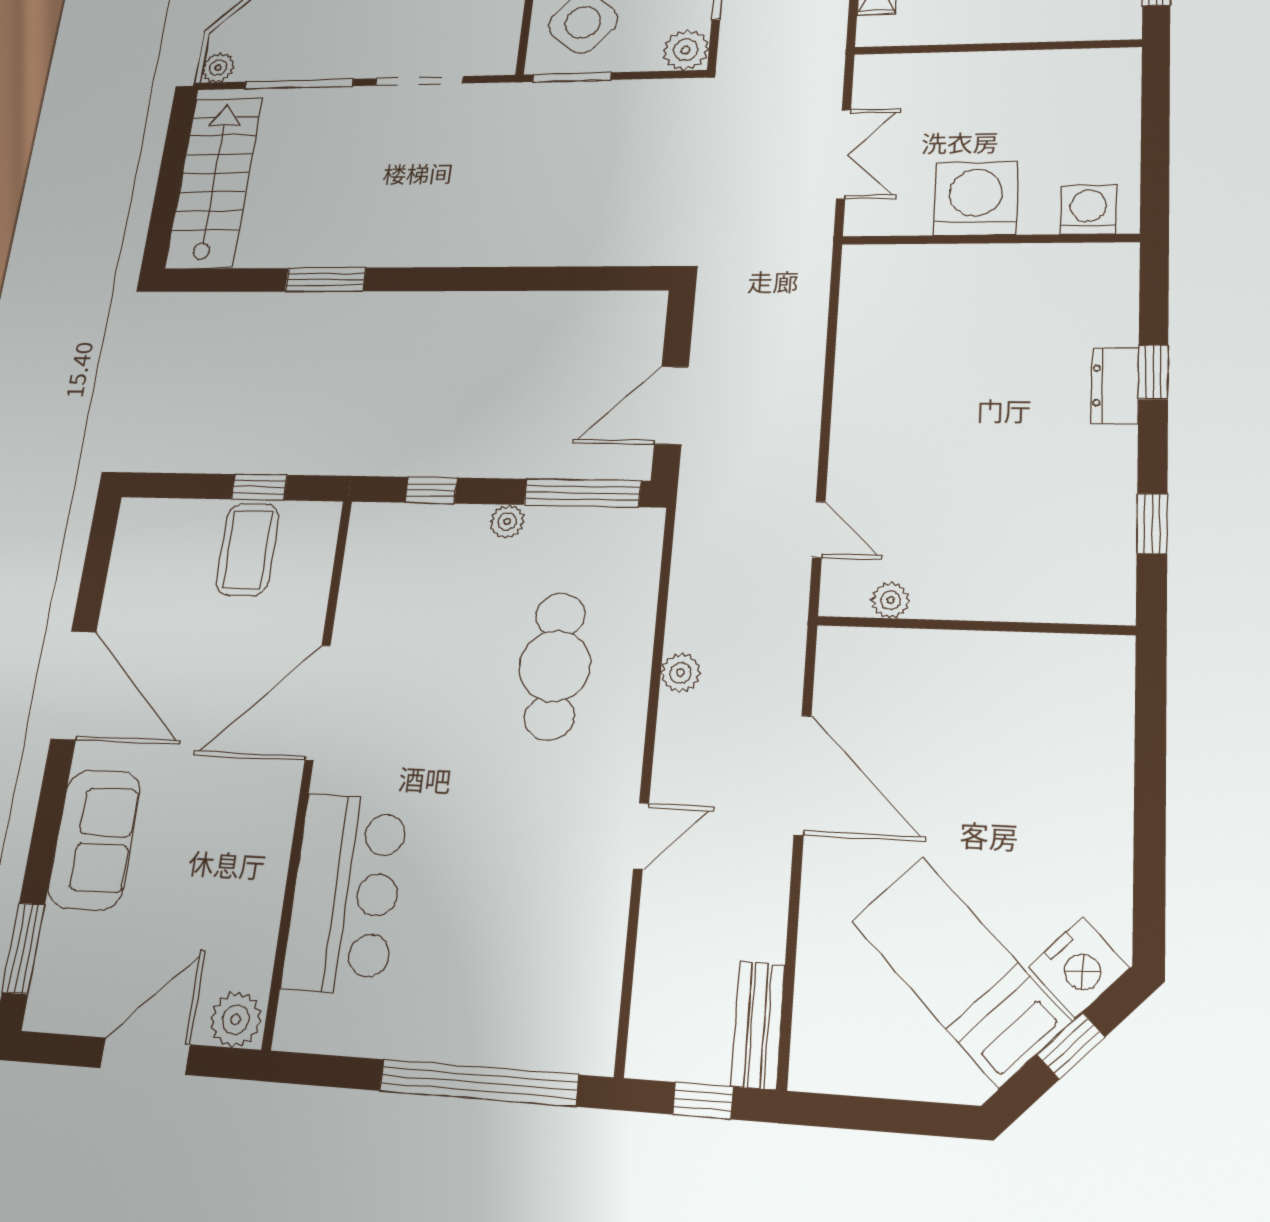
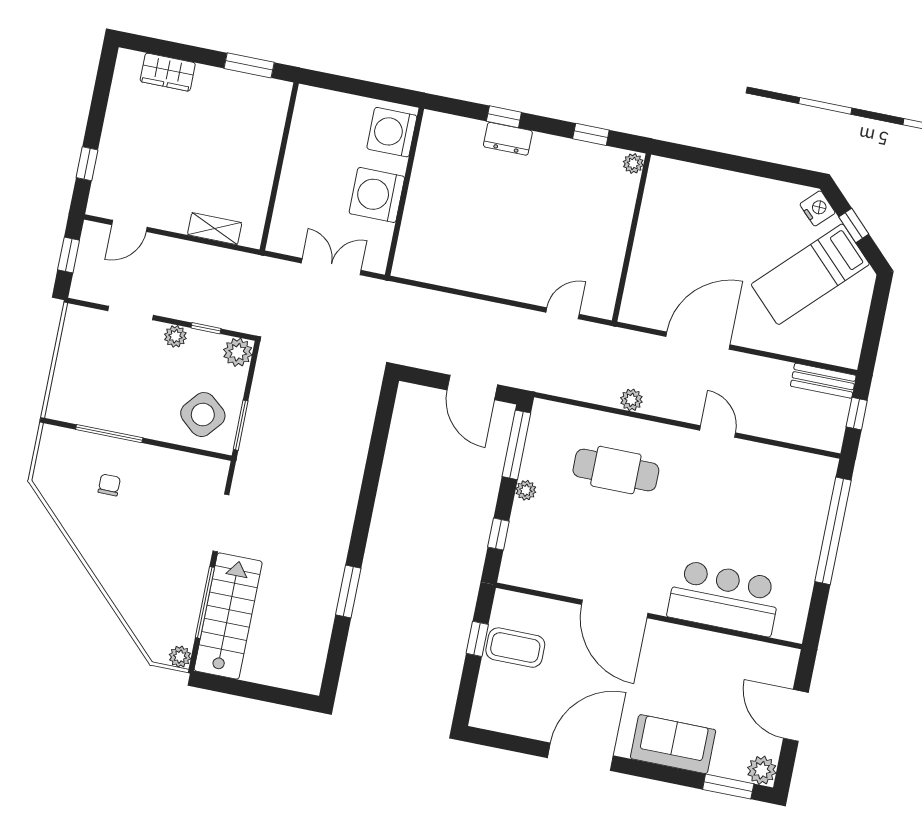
stairs: (214, 182) -> (228, 616), moved, turned 90
washing machine: (1088, 210) -> (392, 132), width x1.37, depth x1.37
plant: (890, 600) -> (633, 163), moved
nightstand: (1079, 968) -> (818, 208), width x0.74, depth x0.75
plant: (236, 1020) -> (762, 770), moved

